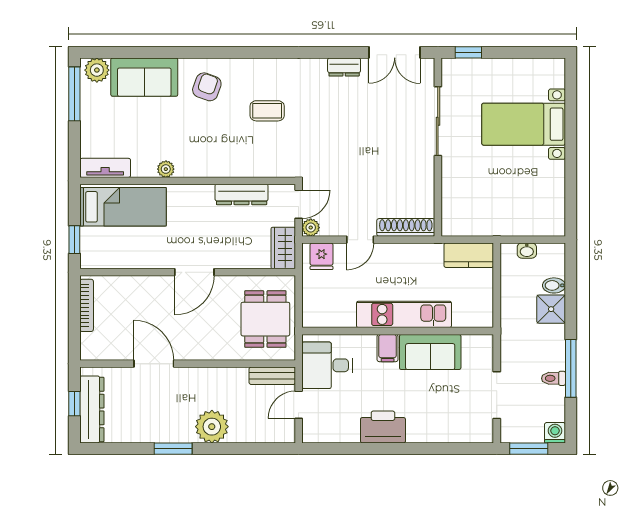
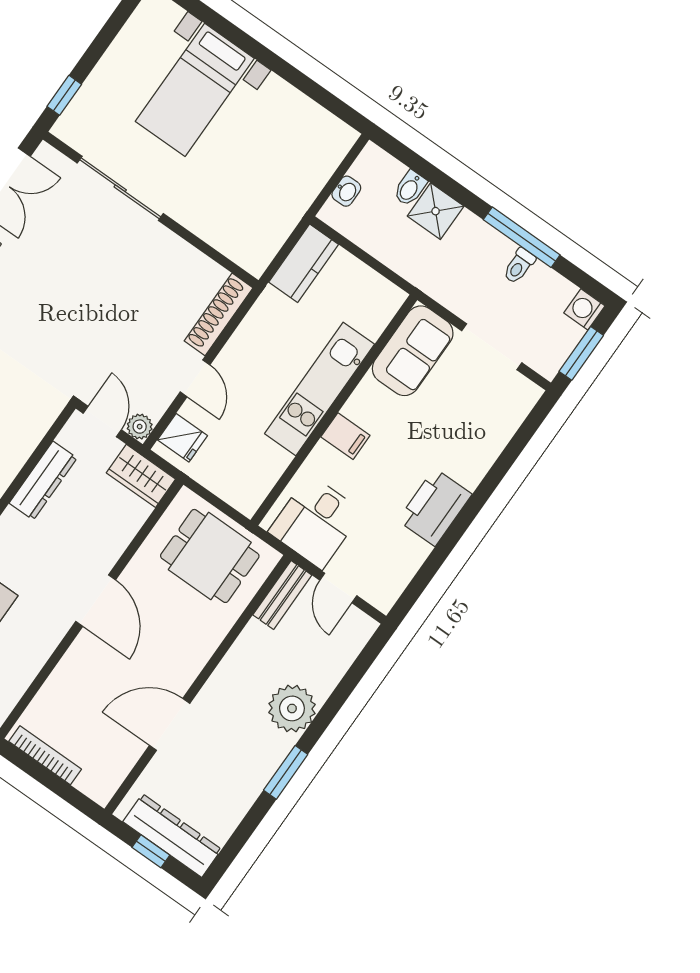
sofa: (430, 352) -> (413, 351), moved

